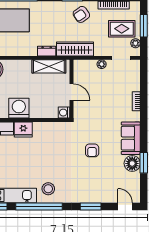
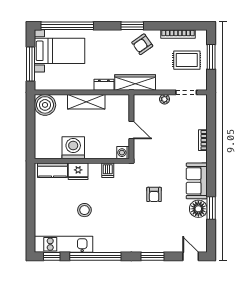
plant: (135, 43) -> (202, 76), removed
shelving: (49, 66) -> (86, 102), moved
dishwasher: (50, 129) -> (108, 170), added
stool: (48, 189) -> (84, 210), moved

